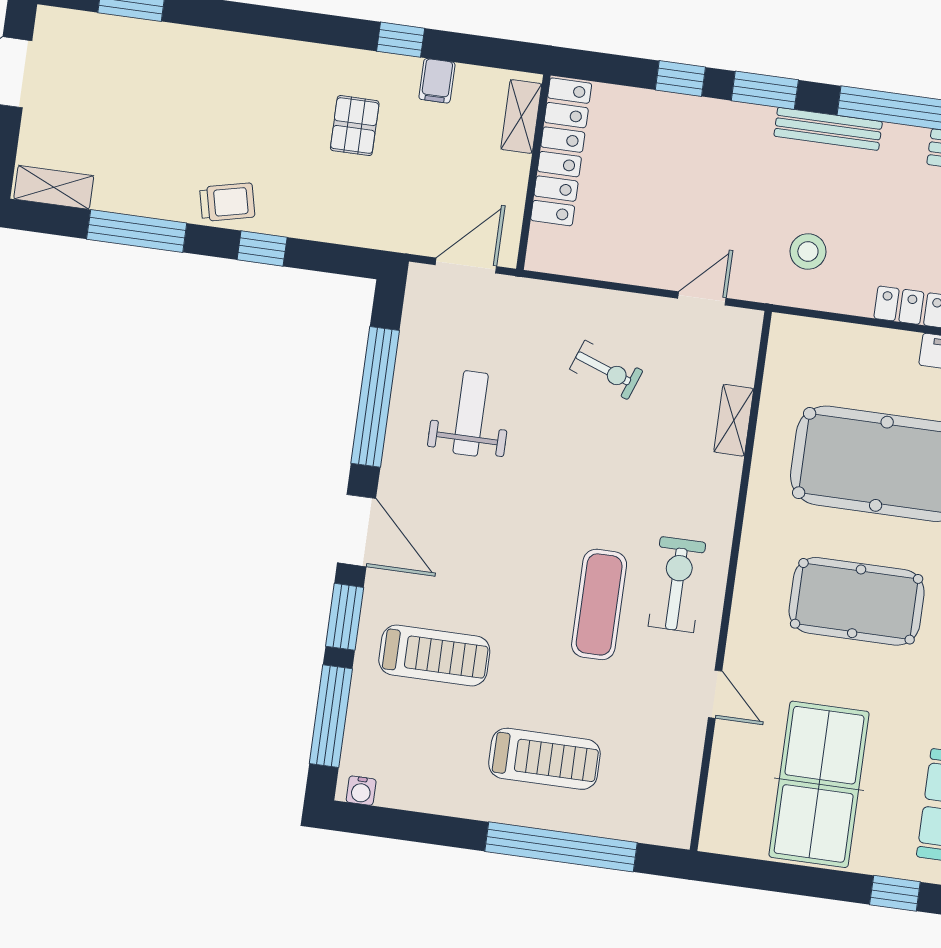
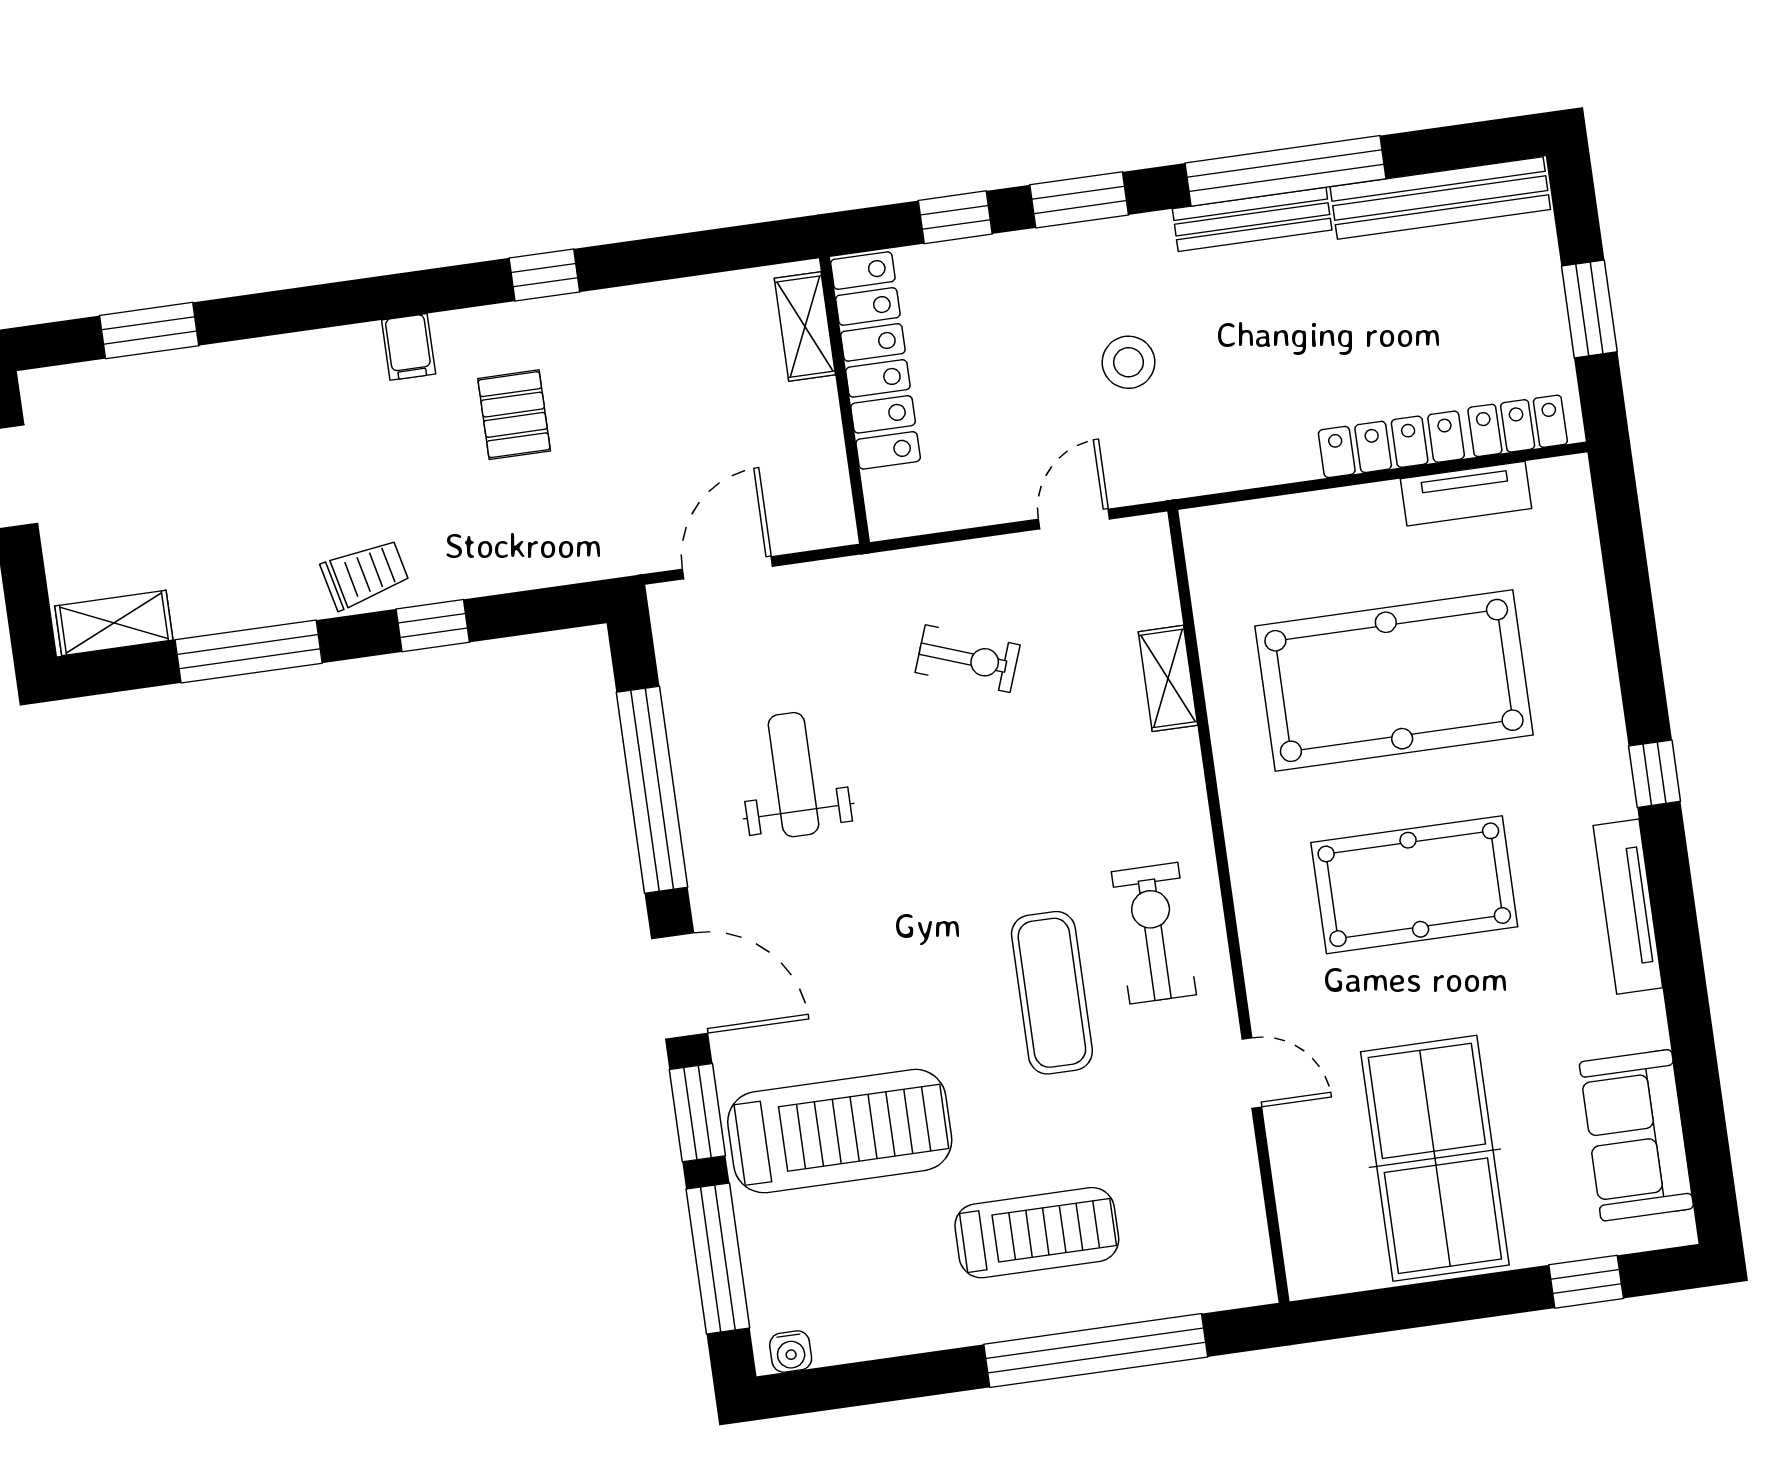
filing cabinet: (437, 81) -> (409, 347), moved
shelving: (521, 116) -> (805, 327), moved
bench: (828, 129) -> (1252, 219), moved
locker: (561, 152) -> (875, 360), moved
wall: (533, 172) -> (844, 400), moved
stool: (808, 251) -> (1129, 362), moved
treadmill: (434, 655) -> (840, 1131), width x1.37, depth x1.38

